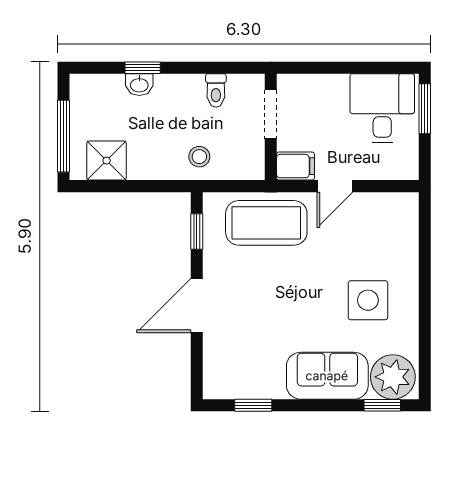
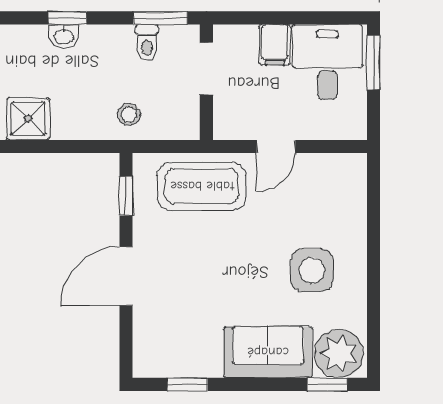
window: (228, 68) -> (160, 18), added
filing cabinet: (295, 166) -> (275, 45), moved, turned 90

